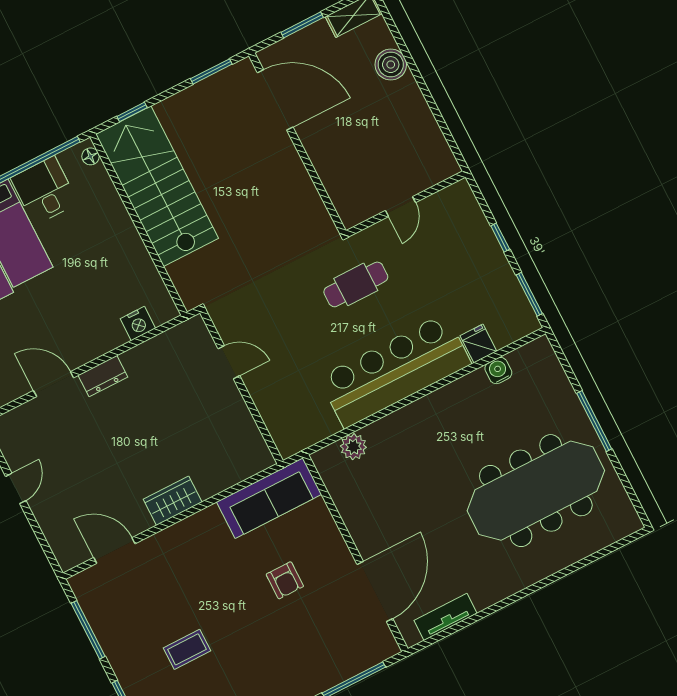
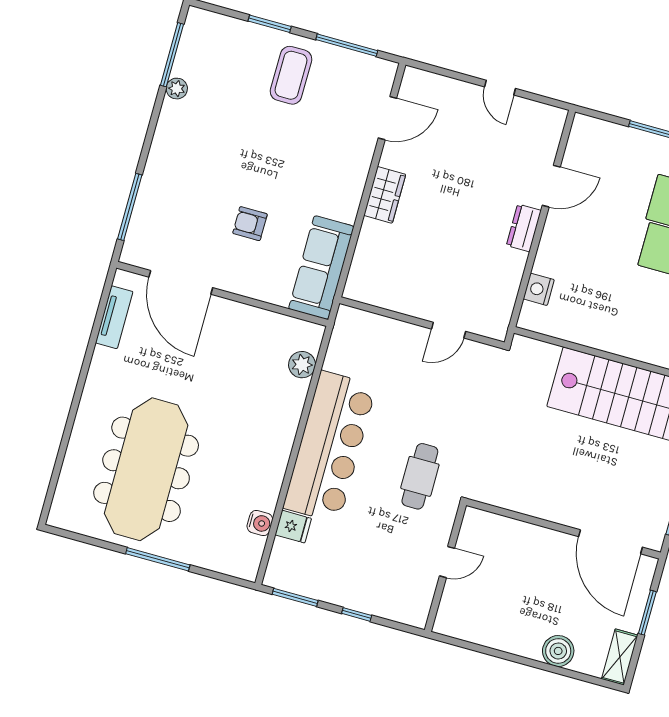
door: (275, 100) -> (611, 542), hinge flipped
door: (401, 207) -> (447, 562), swing flipped
coffee table: (187, 649) -> (291, 75), moved, width x1.36, depth x1.30

